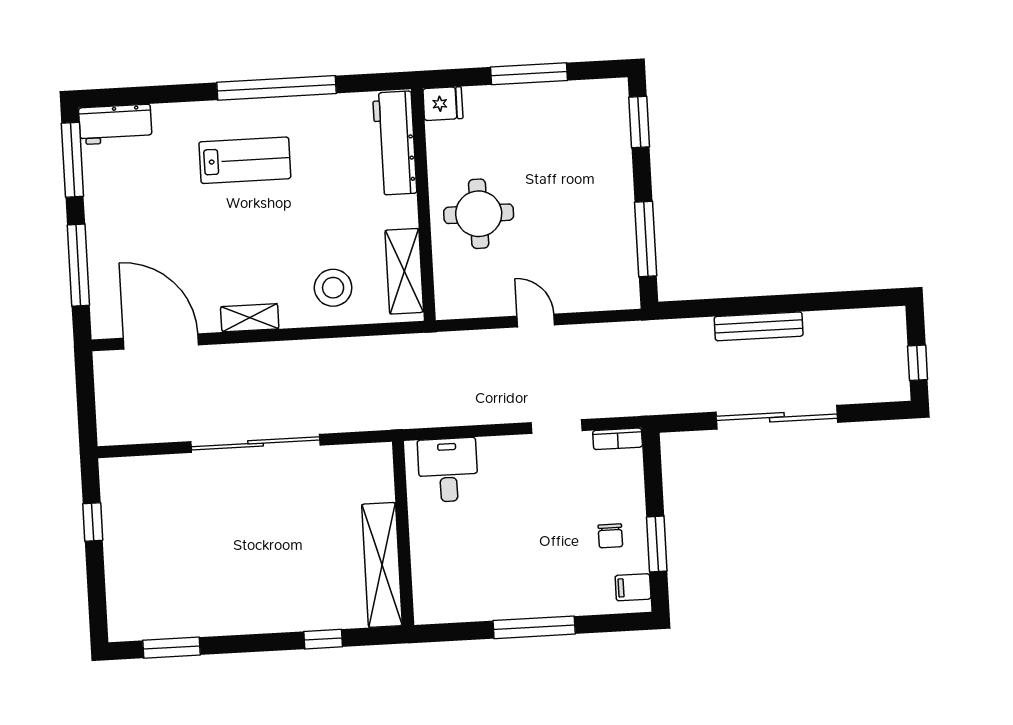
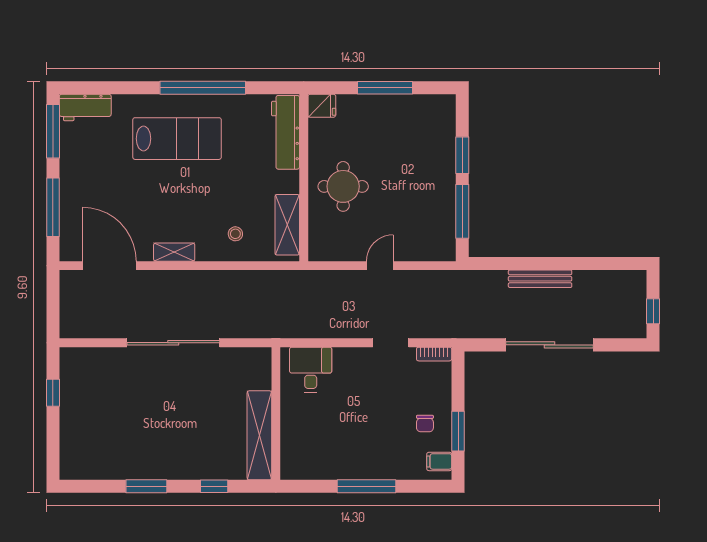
window: (639, 122) -> (462, 155), moved
lab bench: (245, 160) -> (177, 139), width x1.36, depth x1.39
stool: (333, 288) -> (235, 234), width x0.53, depth x0.53
door: (536, 321) -> (380, 266), hinge flipped
window: (172, 648) -> (146, 486), moved

